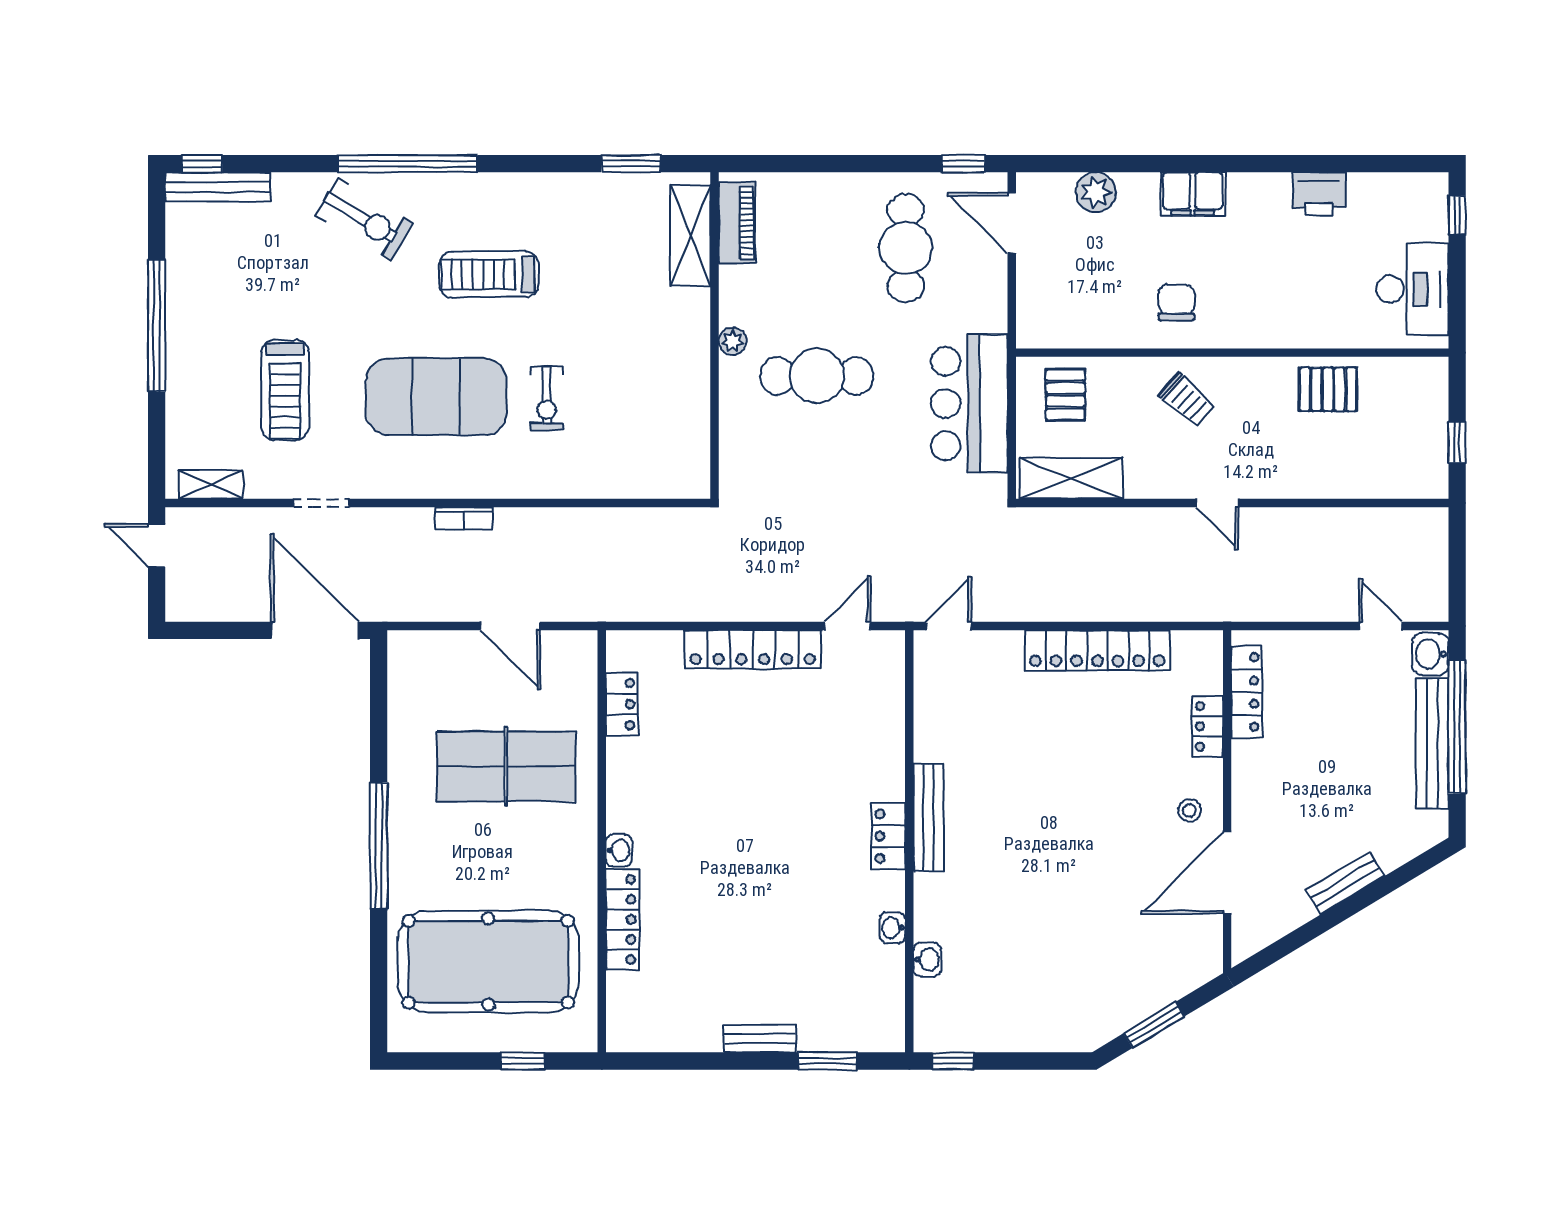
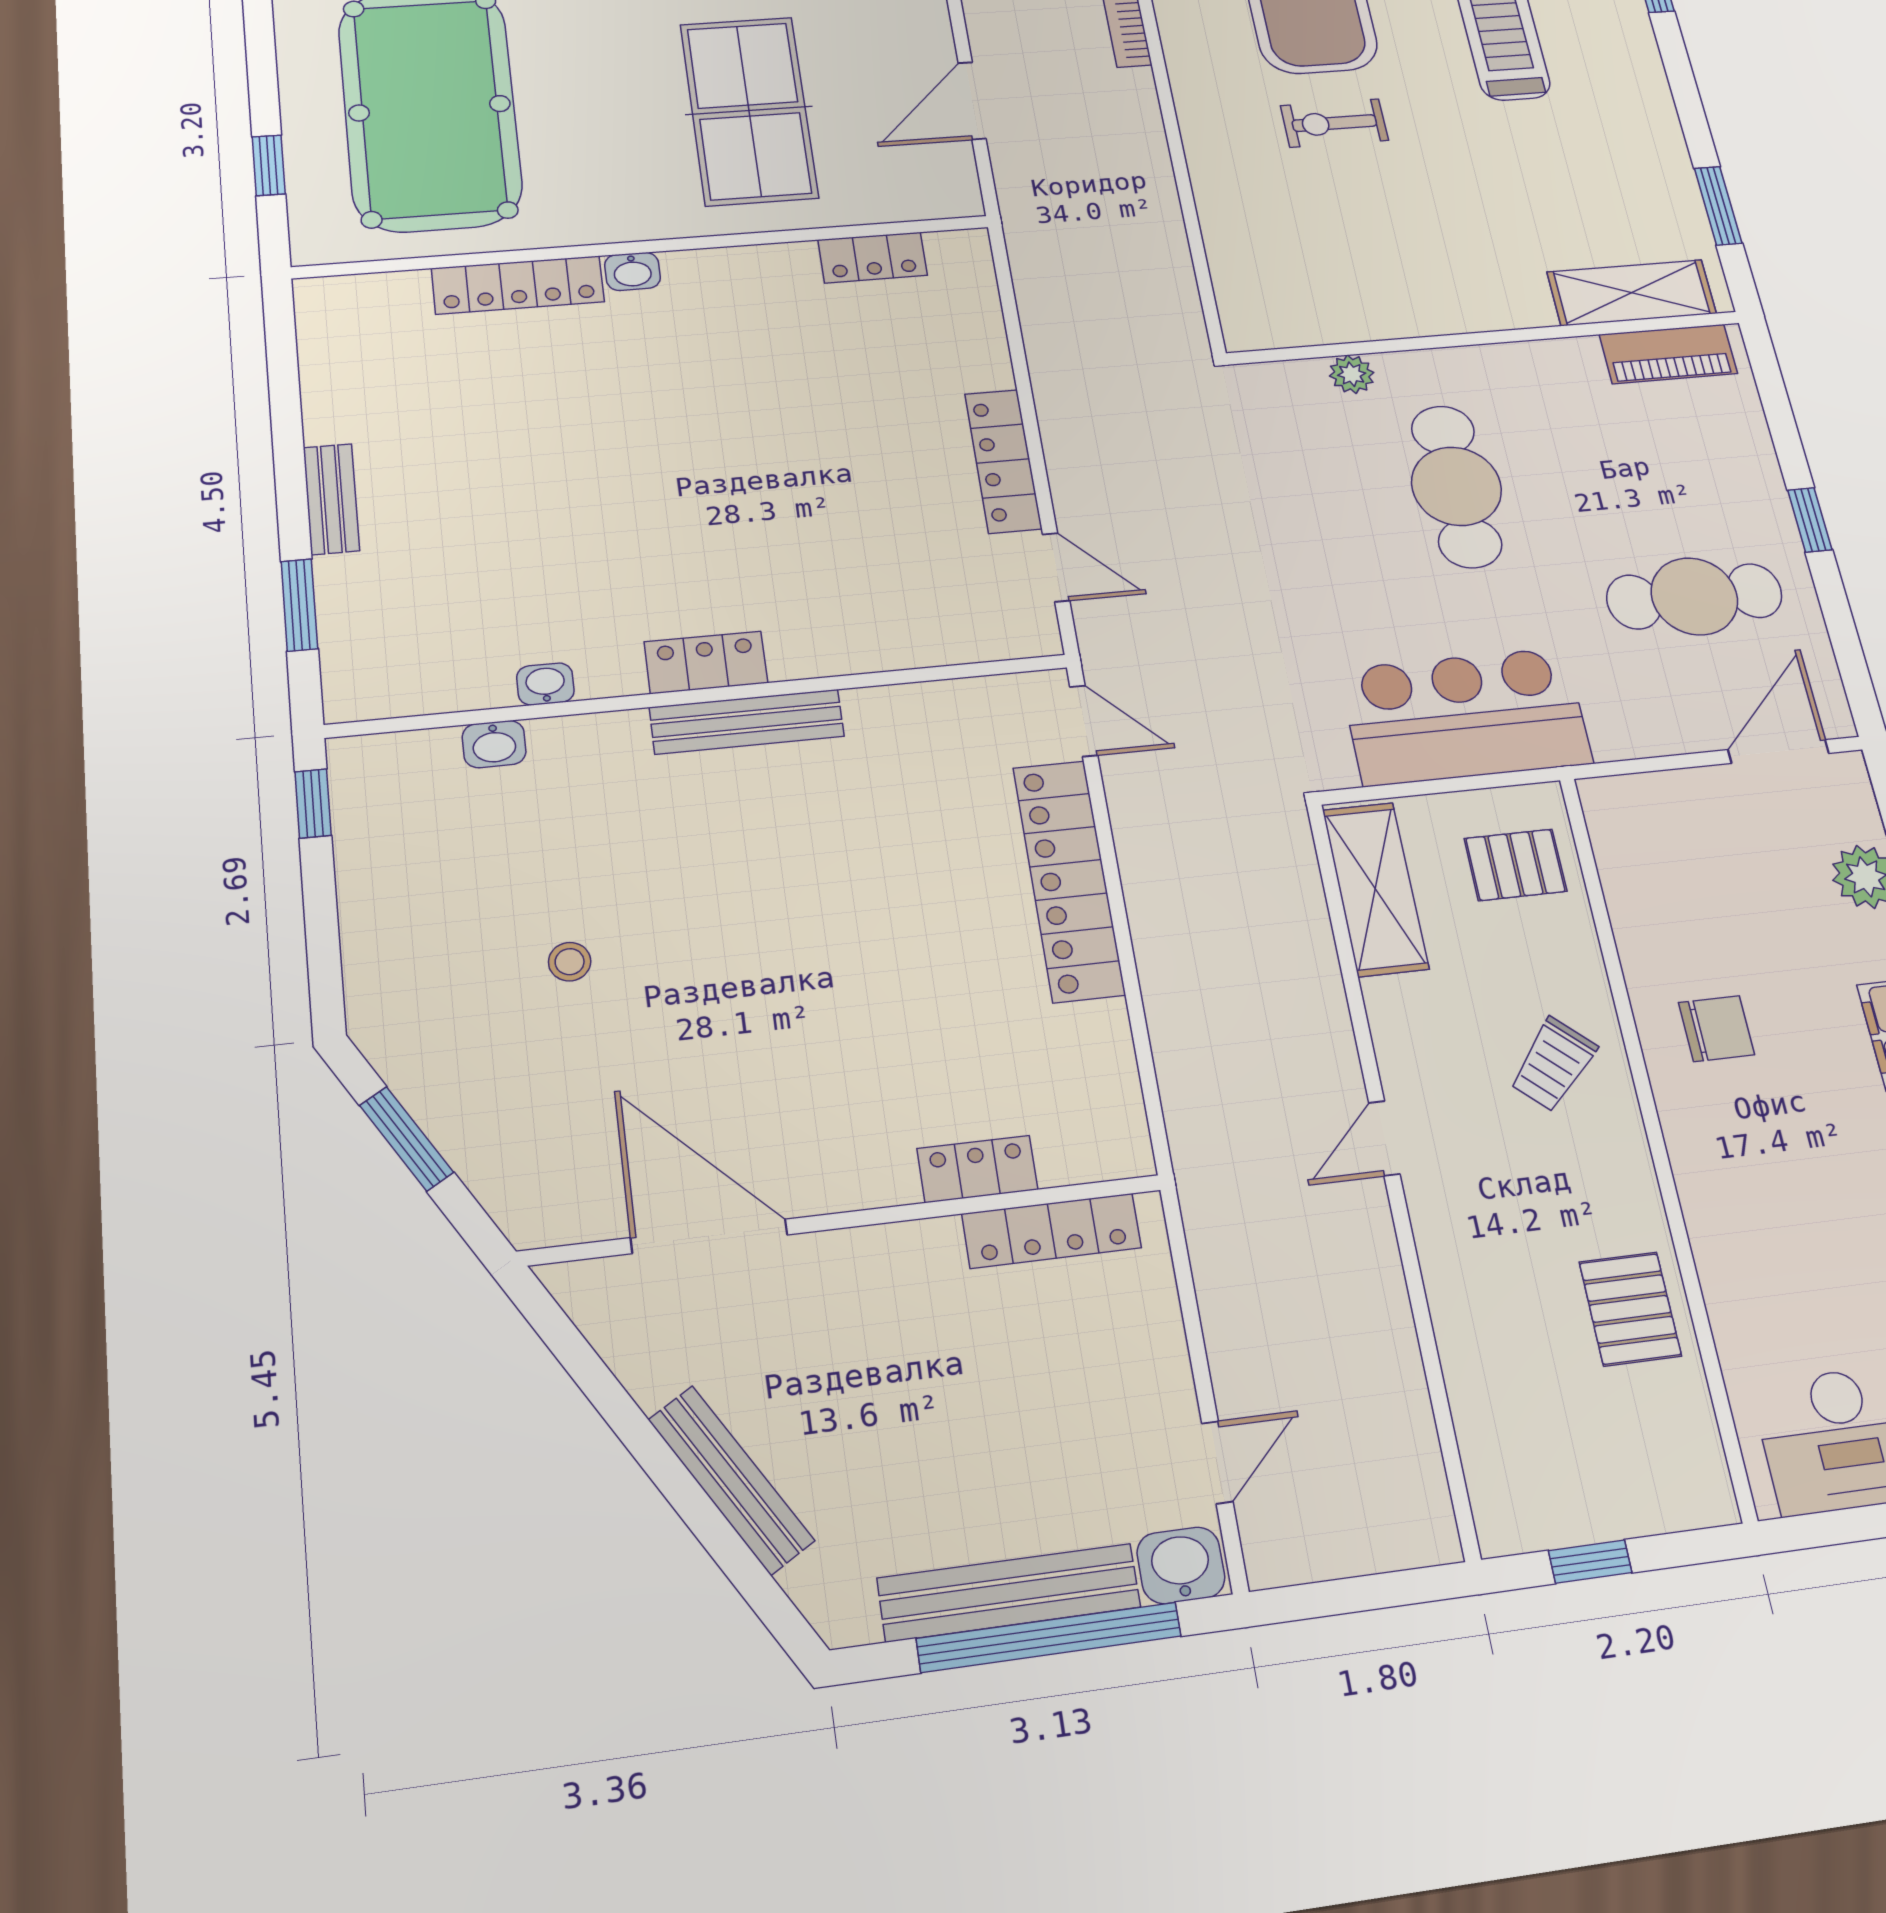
window: (963, 164) -> (1810, 520), moved
plant: (733, 341) -> (1352, 374), moved
locker: (753, 649) -> (1003, 461), width x0.71, depth x0.83
locker: (1097, 651) -> (1069, 880), moved
stool: (1189, 810) -> (570, 962), moved
bench: (1345, 883) -> (731, 1480), width x1.36

